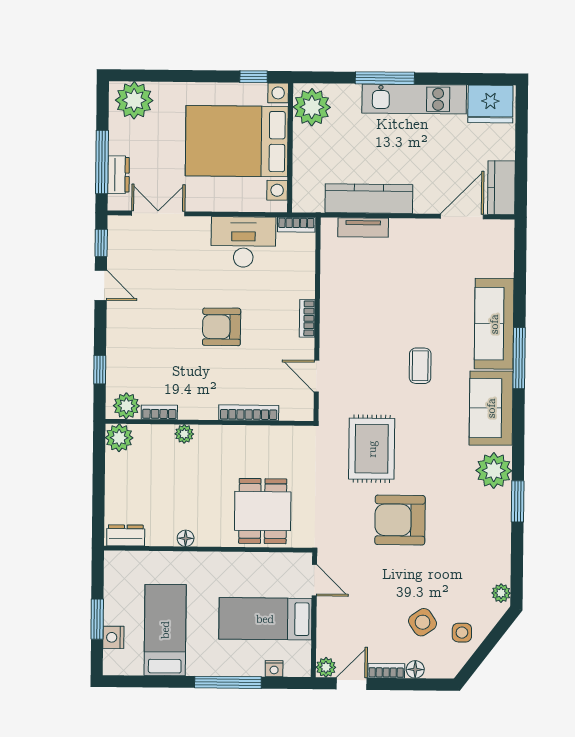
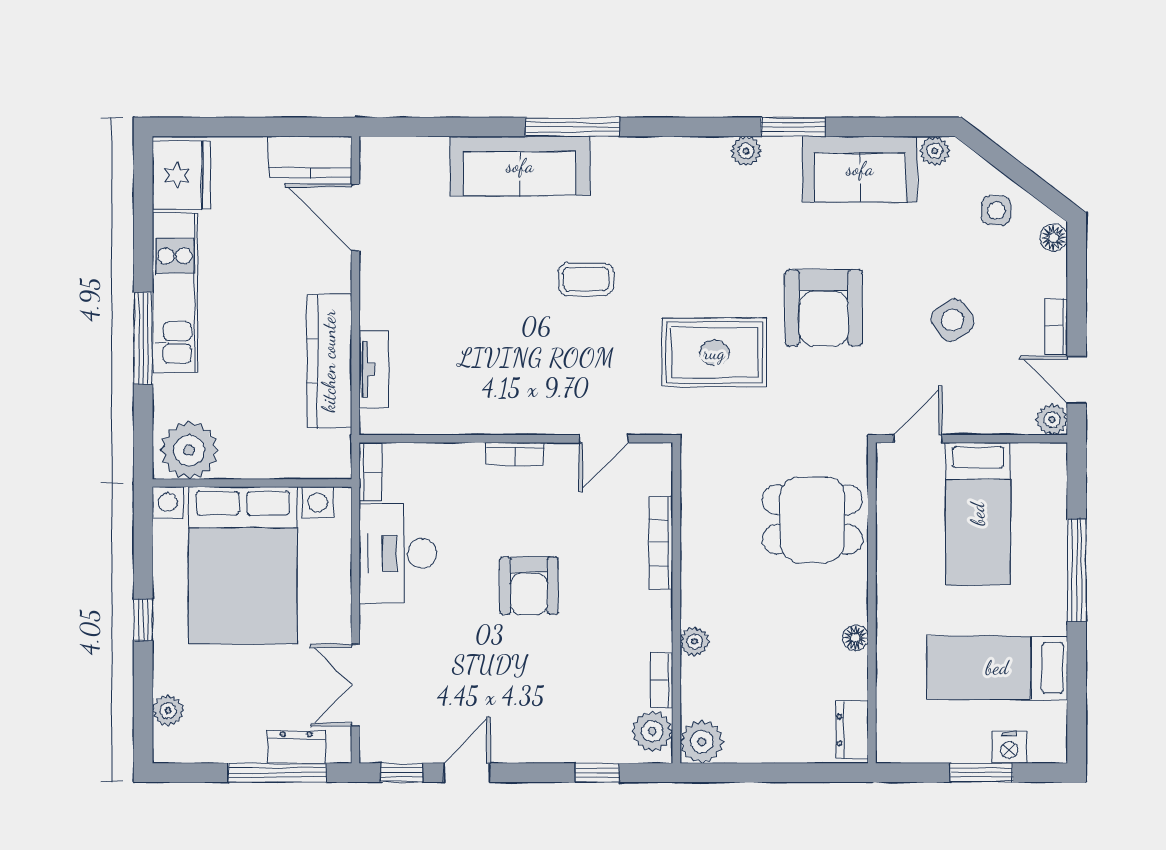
window: (254, 77) -> (143, 620), moved
plant: (134, 100) -> (168, 711), width x0.53, depth x0.53
sofa: (491, 408) -> (860, 169), moved
plant: (494, 471) -> (746, 151), width x0.53, depth x0.53
side table: (423, 622) -> (952, 320), moved
nightstand: (274, 669) -> (1055, 499), removed
floor lamp: (415, 669) -> (1054, 238), moved

